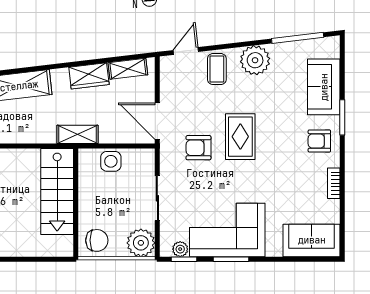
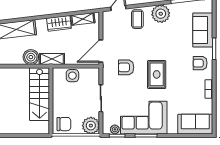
door: (157, 121) -> (101, 51), hinge flipped
boiler: (43, 131) -> (31, 57), added
rug: (240, 137) -> (157, 74), moved

